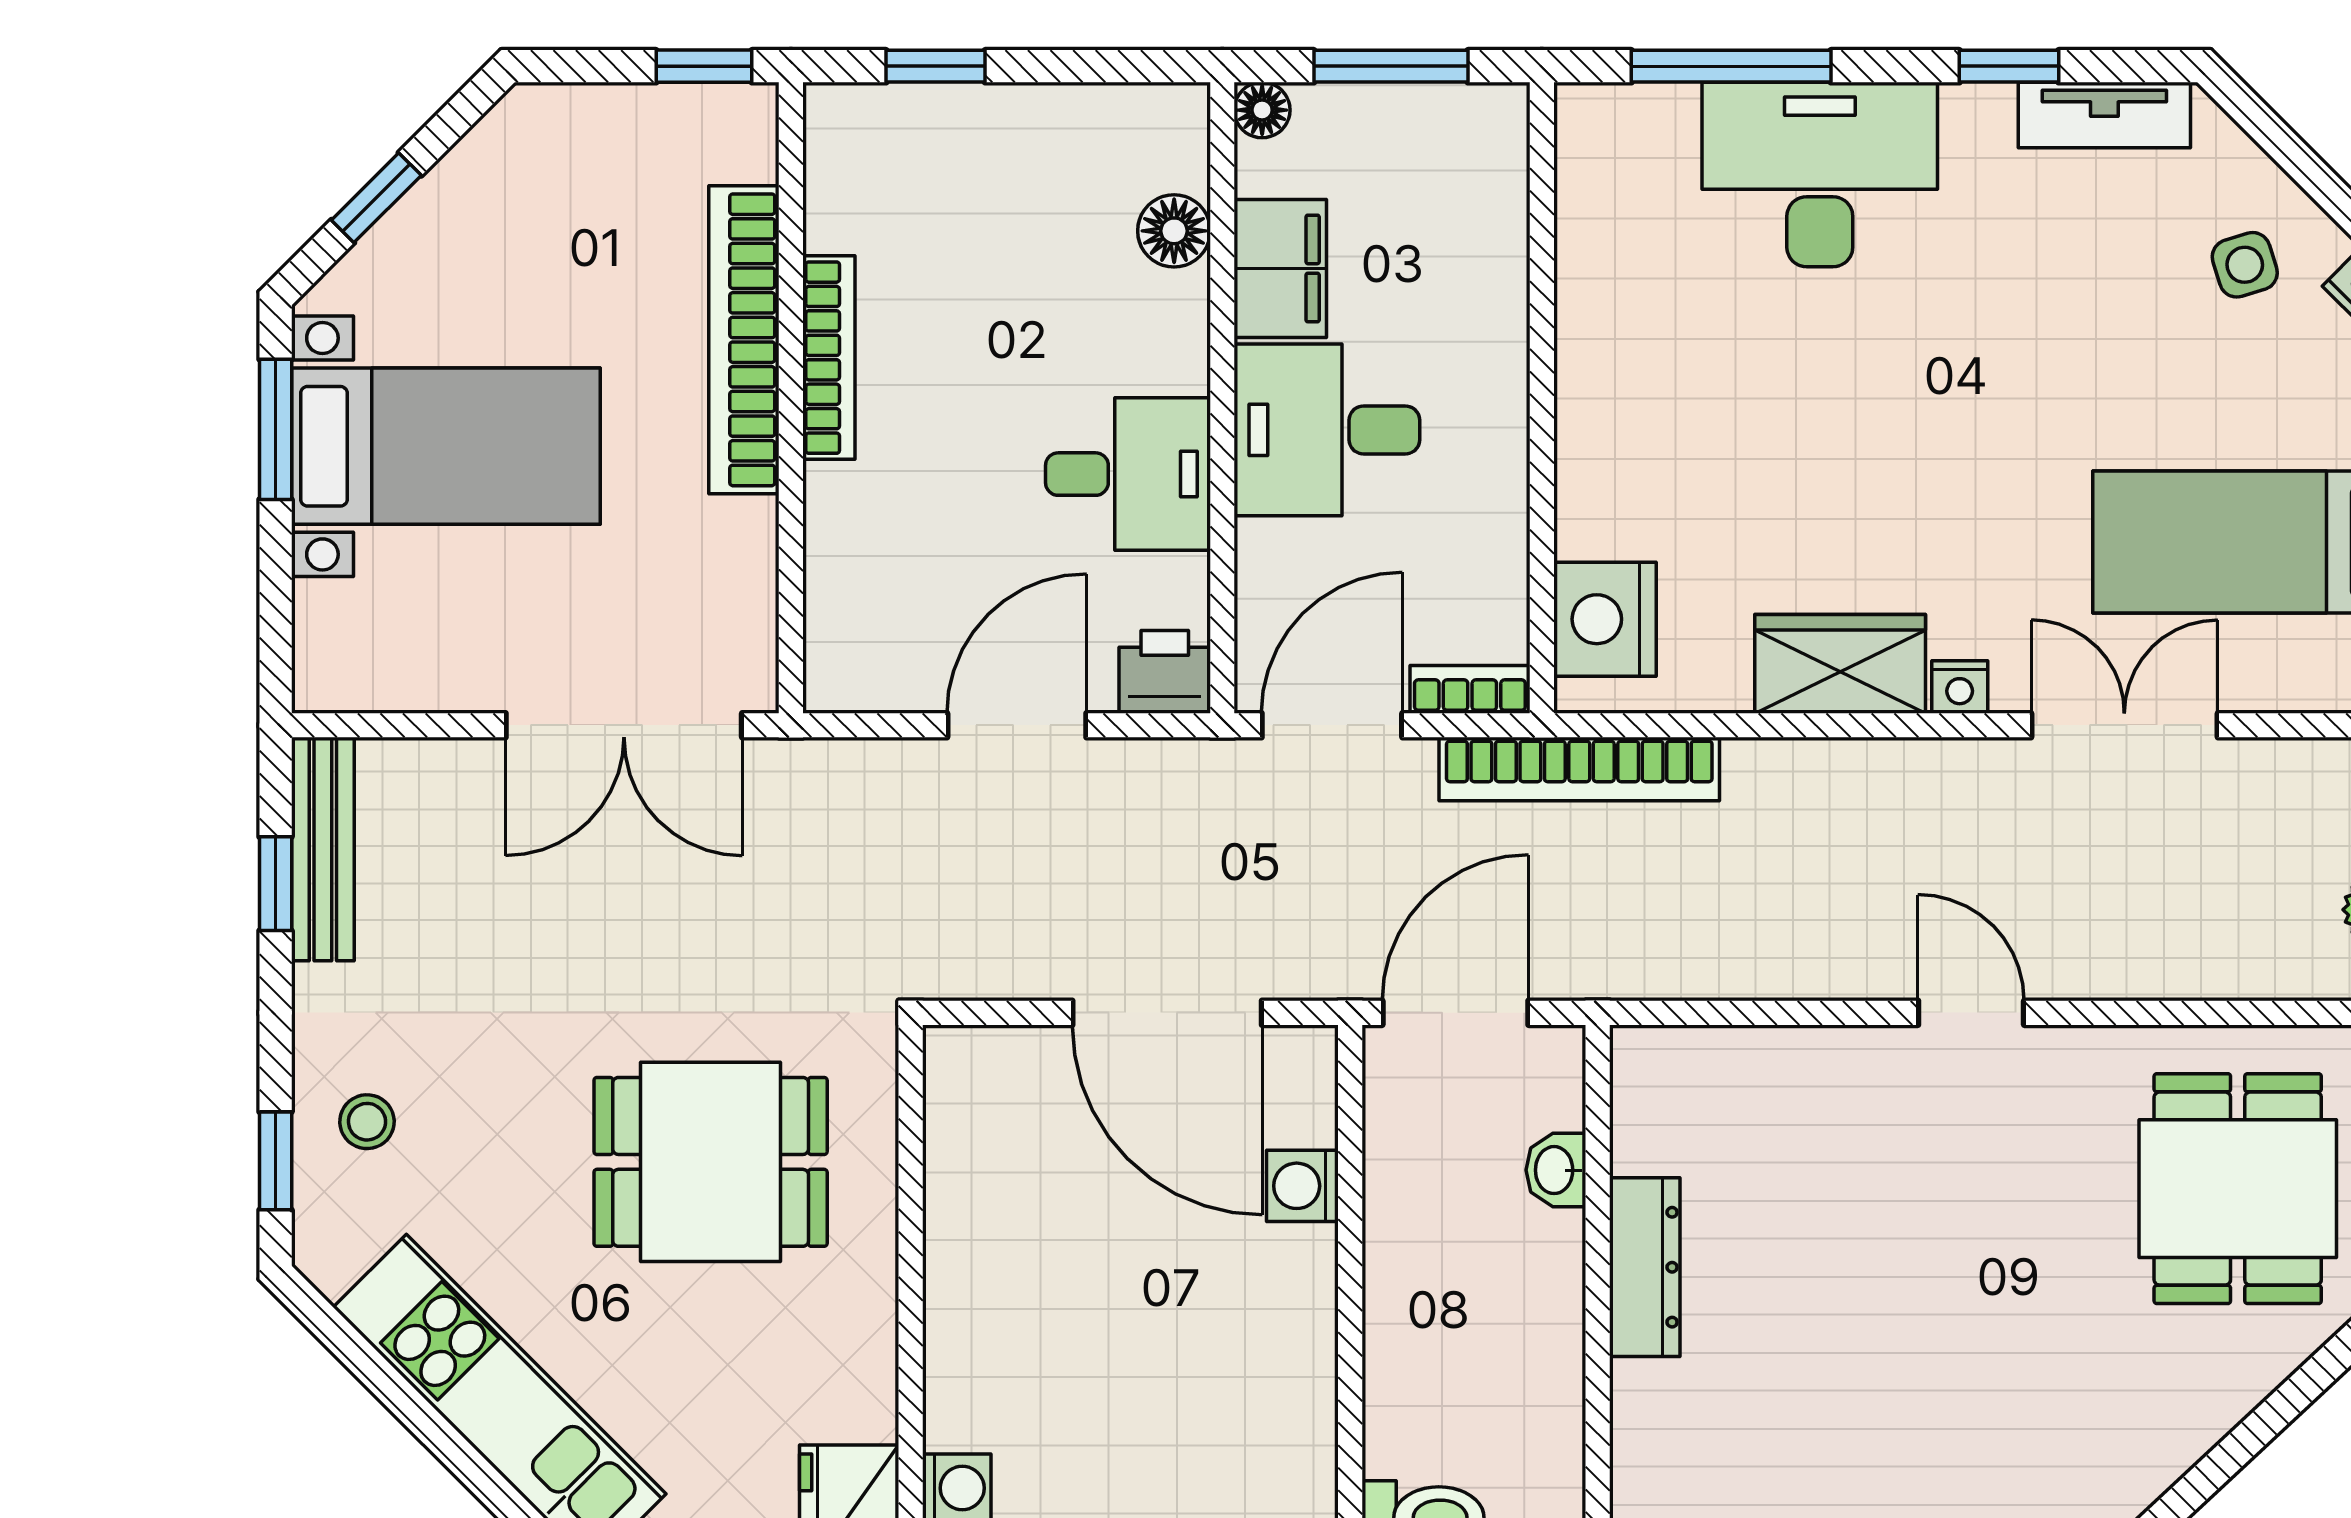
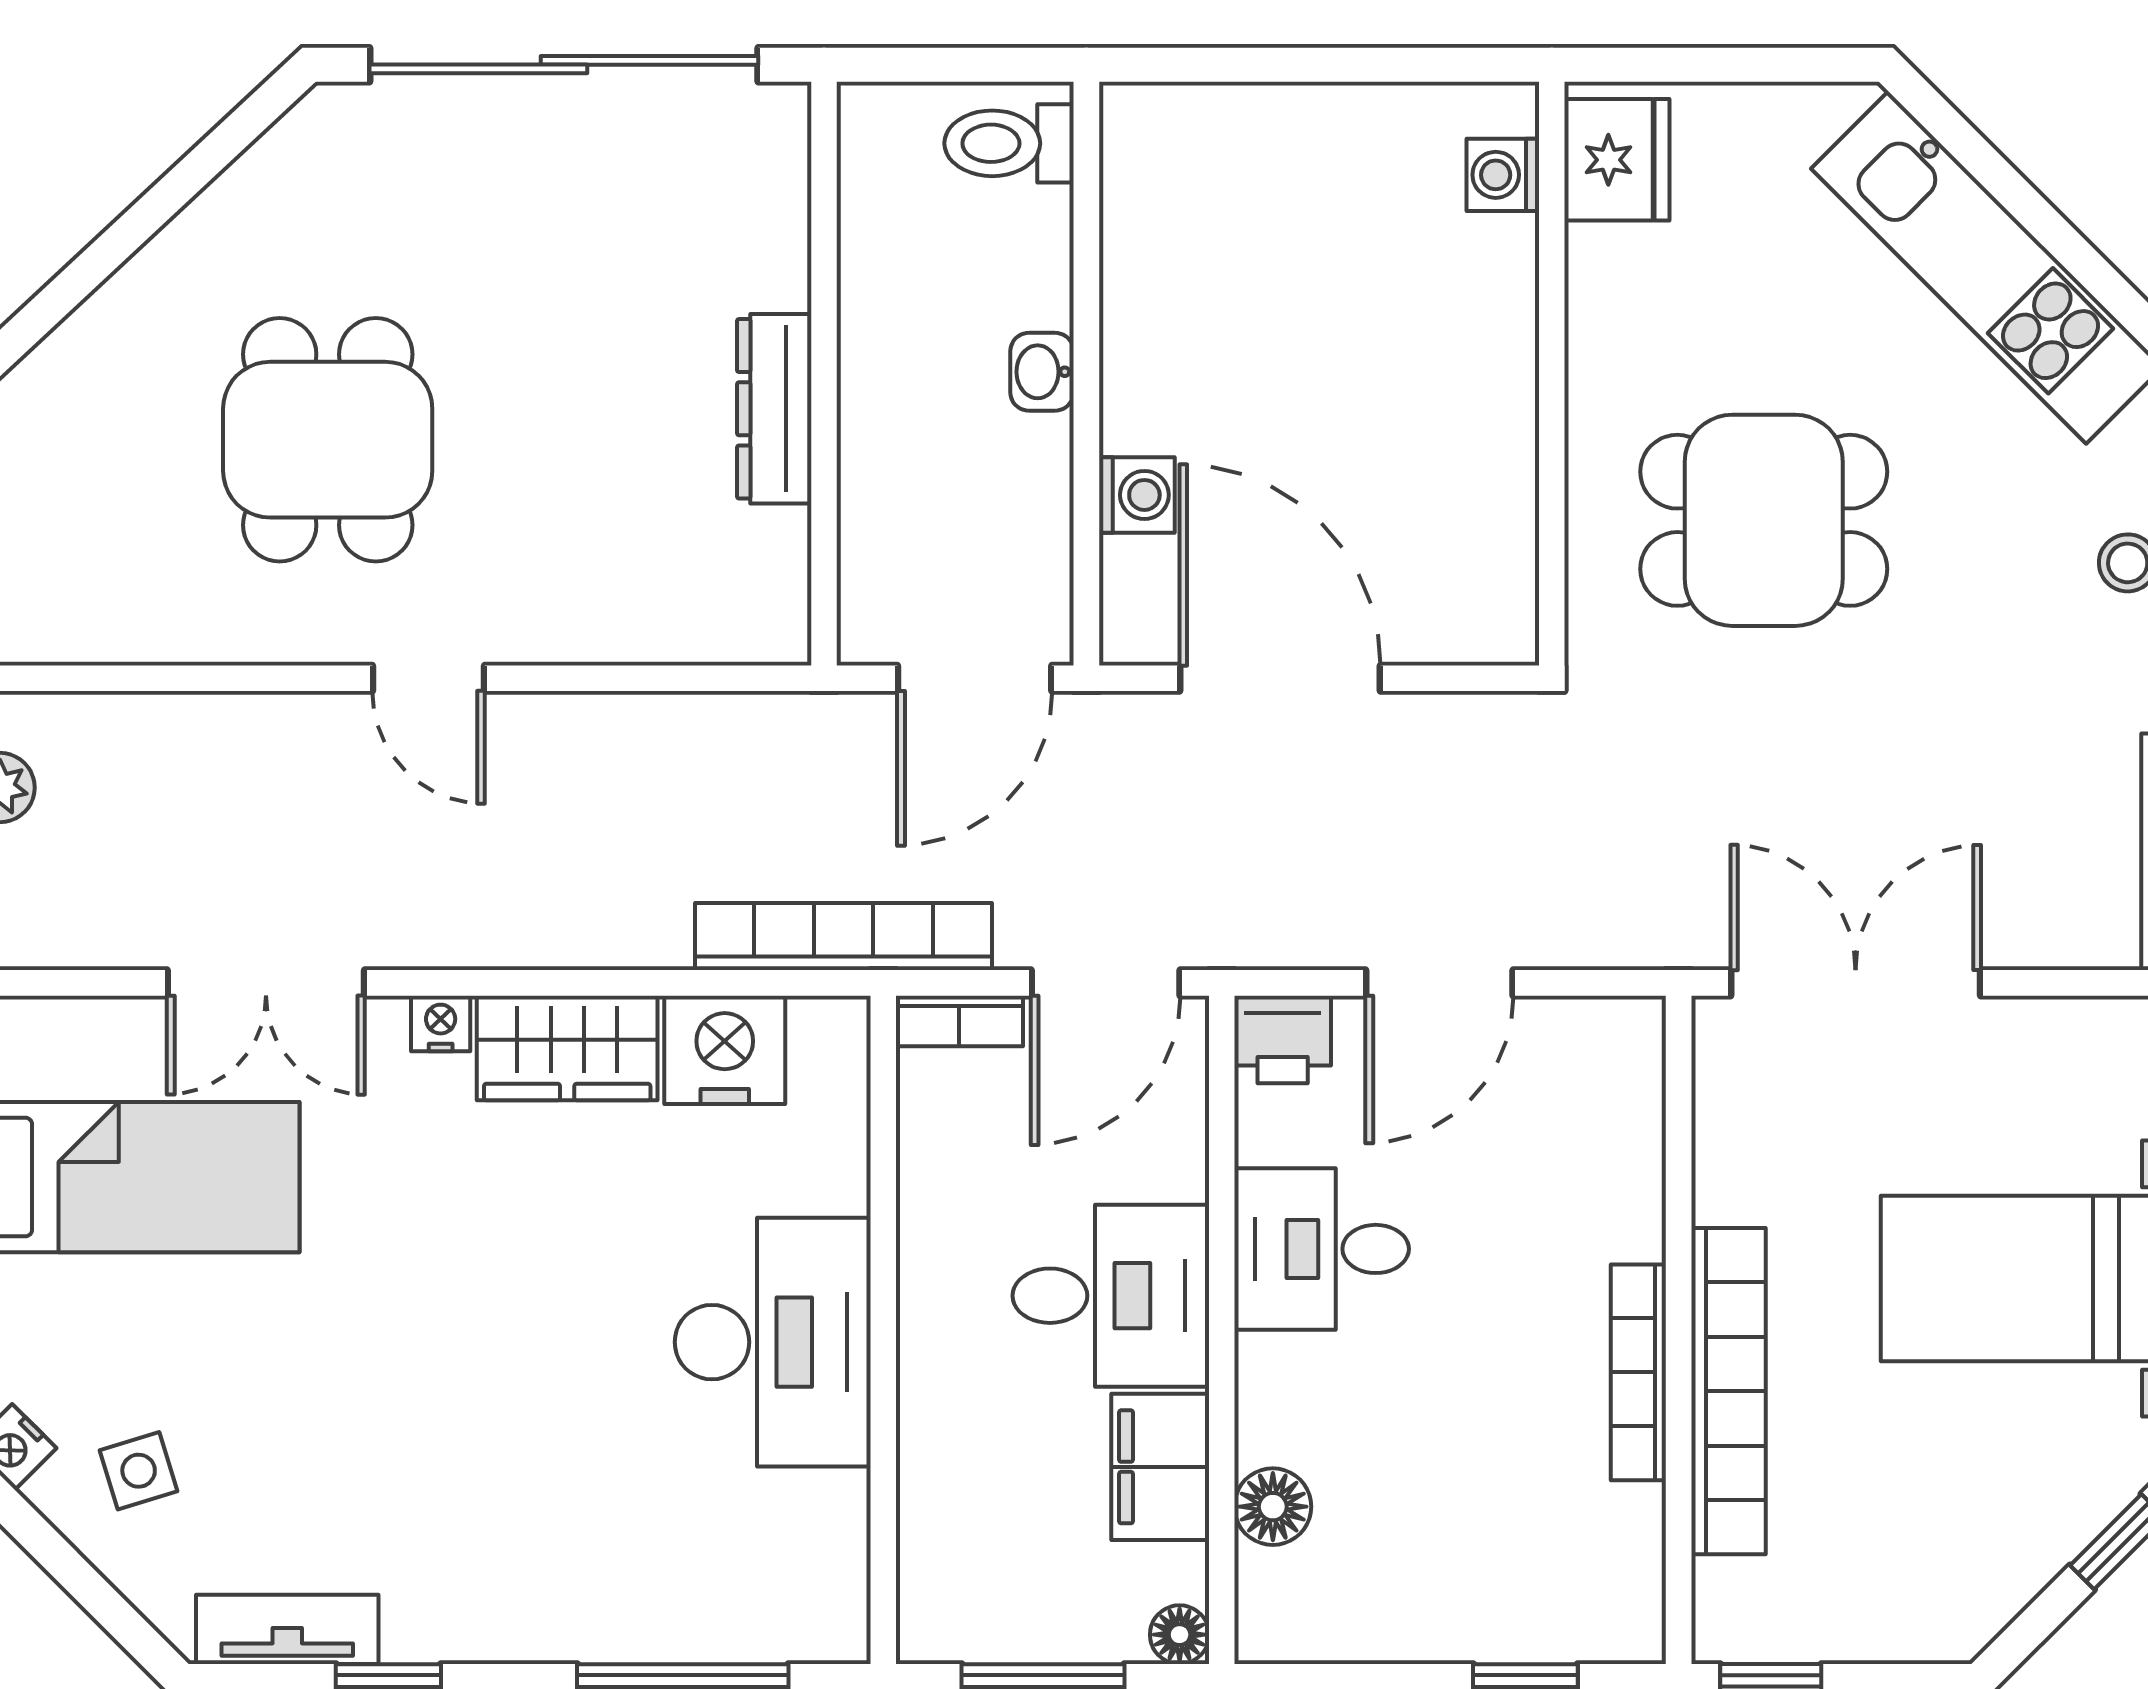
desk: (1820, 175) -> (773, 1342), moved, turned -90
nightstand: (1605, 619) -> (725, 1050), moved, turned -90
washbasin: (1556, 1170) -> (1042, 372), moved, turned 180
dining table: (2238, 1189) -> (328, 440), moved

